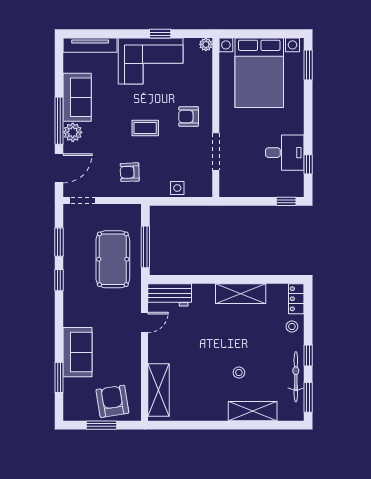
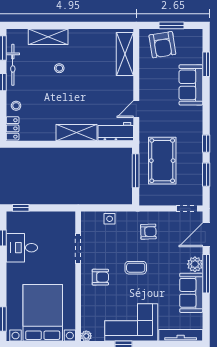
shelving: (241, 294) -> (77, 133), moved

